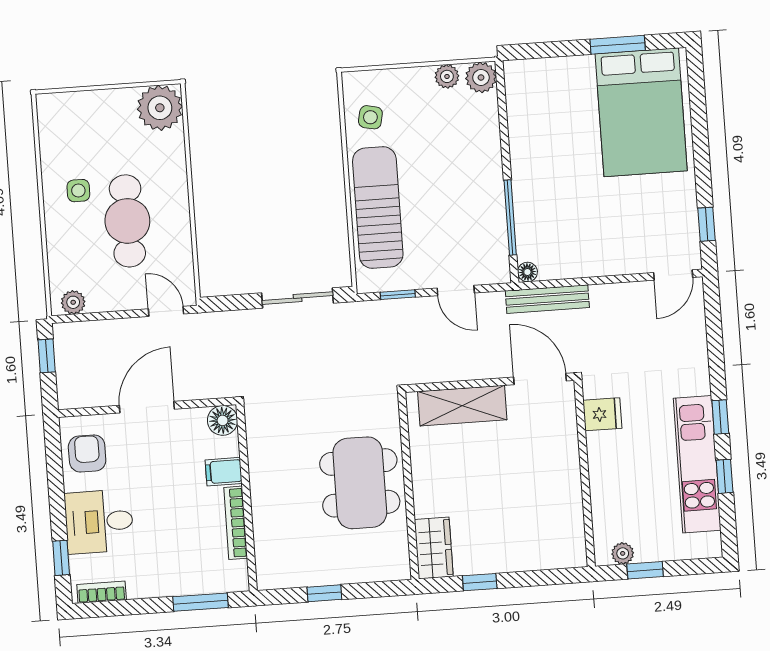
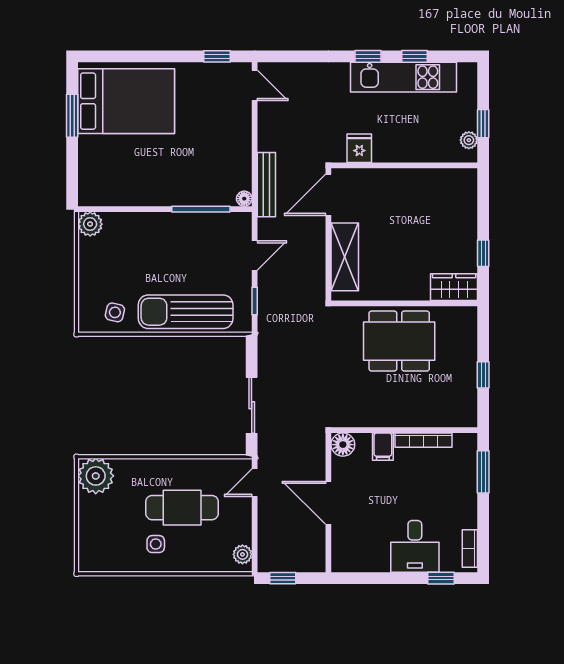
plant: (447, 76) -> (87, 250), removed
sliding door: (298, 298) -> (252, 405), moved
armchair: (87, 453) -> (361, 552), removed

